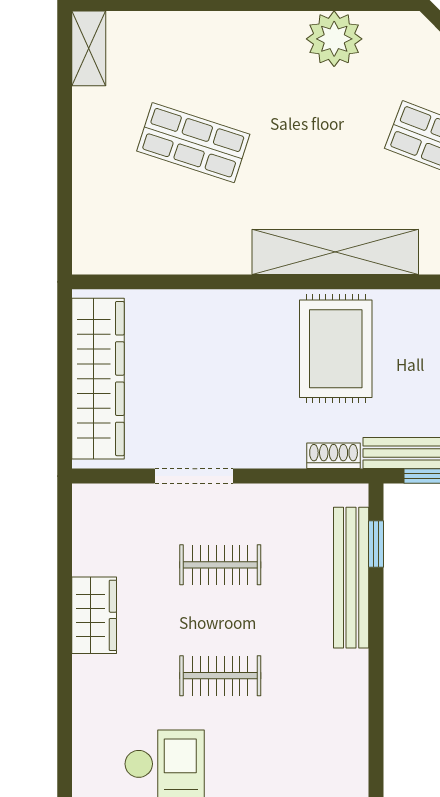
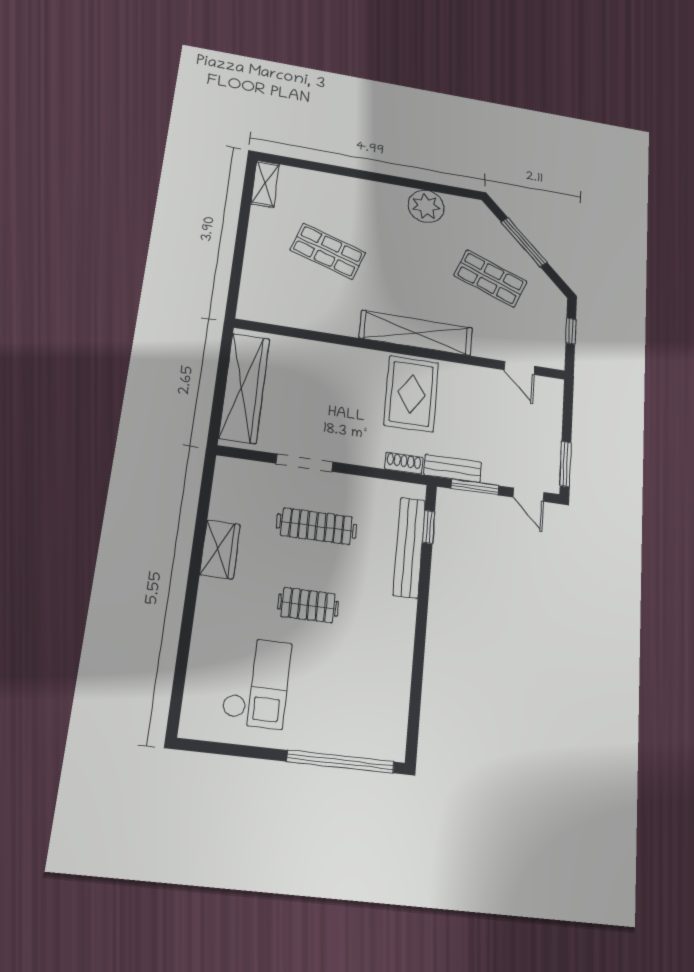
clothes rail: (220, 565) -> (317, 526), width x1.36

